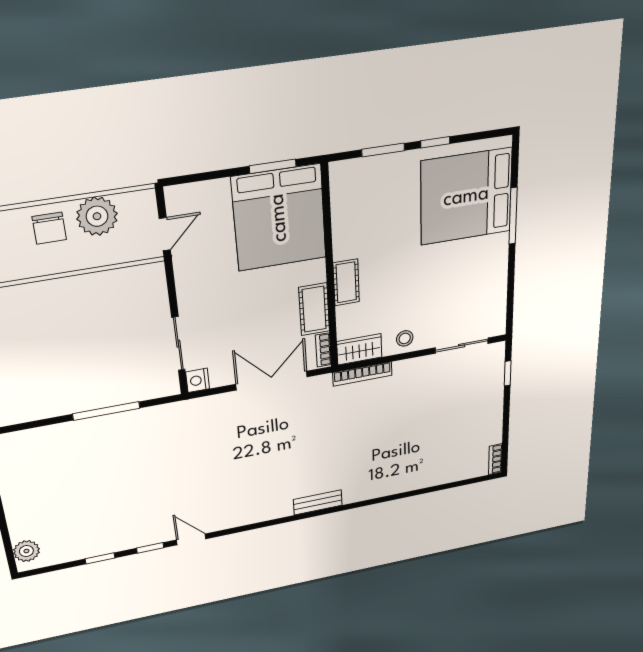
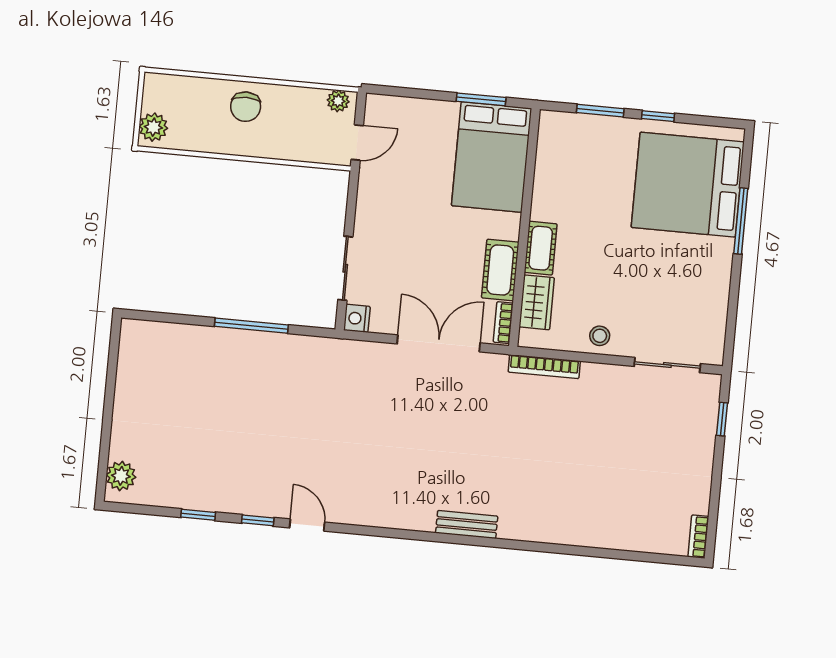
plant: (97, 216) -> (338, 101), moved, width x0.53, depth x0.53
bed: (279, 218) -> (492, 157), width x0.73
wardrobe: (359, 349) -> (537, 302), moved, turned 90

